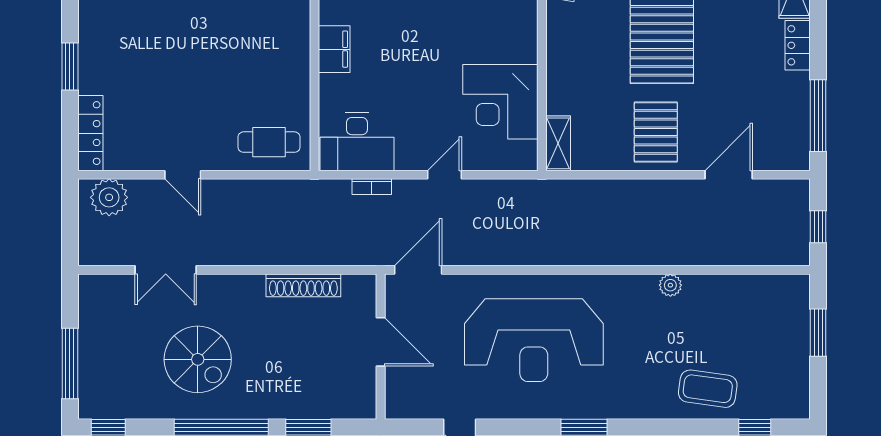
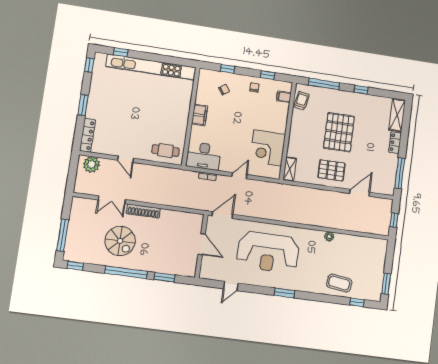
pallet: (656, 132) -> (331, 170), turned 90
shoe rack: (303, 285) -> (143, 211), moved
window: (818, 333) -> (386, 284), moved

